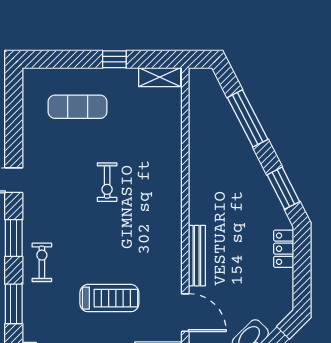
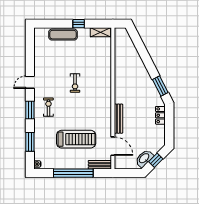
exercise mat: (78, 107) -> (63, 35), moved
window: (248, 118) -> (143, 52), removed
exercise bike: (42, 262) -> (48, 107), moved
treadmill: (109, 298) -> (76, 139), width x1.37, depth x1.38

